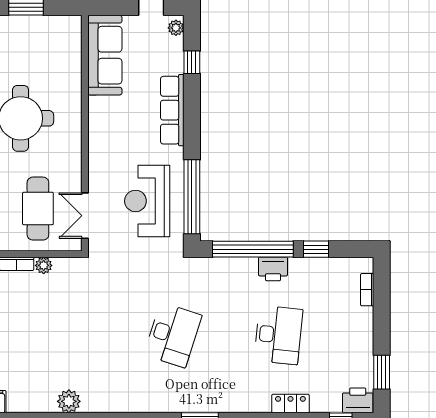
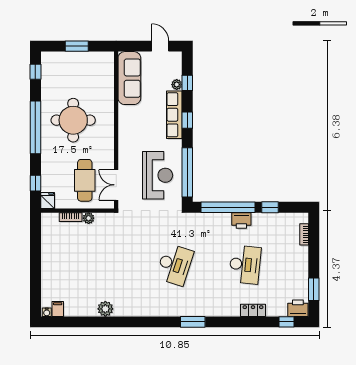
plant: (176, 28) -> (177, 85), moved
window: (192, 118) -> (187, 120), added
reception desk: (147, 201) -> (158, 175), turned 180

